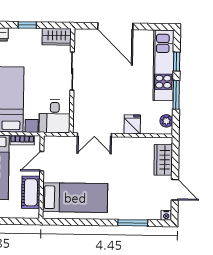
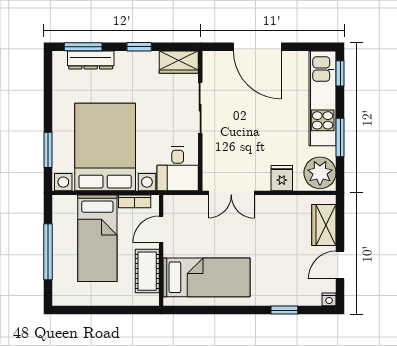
window: (177, 62) -> (340, 73), moved
plant: (166, 121) -> (320, 173), width x1.88, depth x1.88
door: (175, 190) -> (340, 265), swing flipped
window: (133, 223) -> (284, 310), width x0.67

